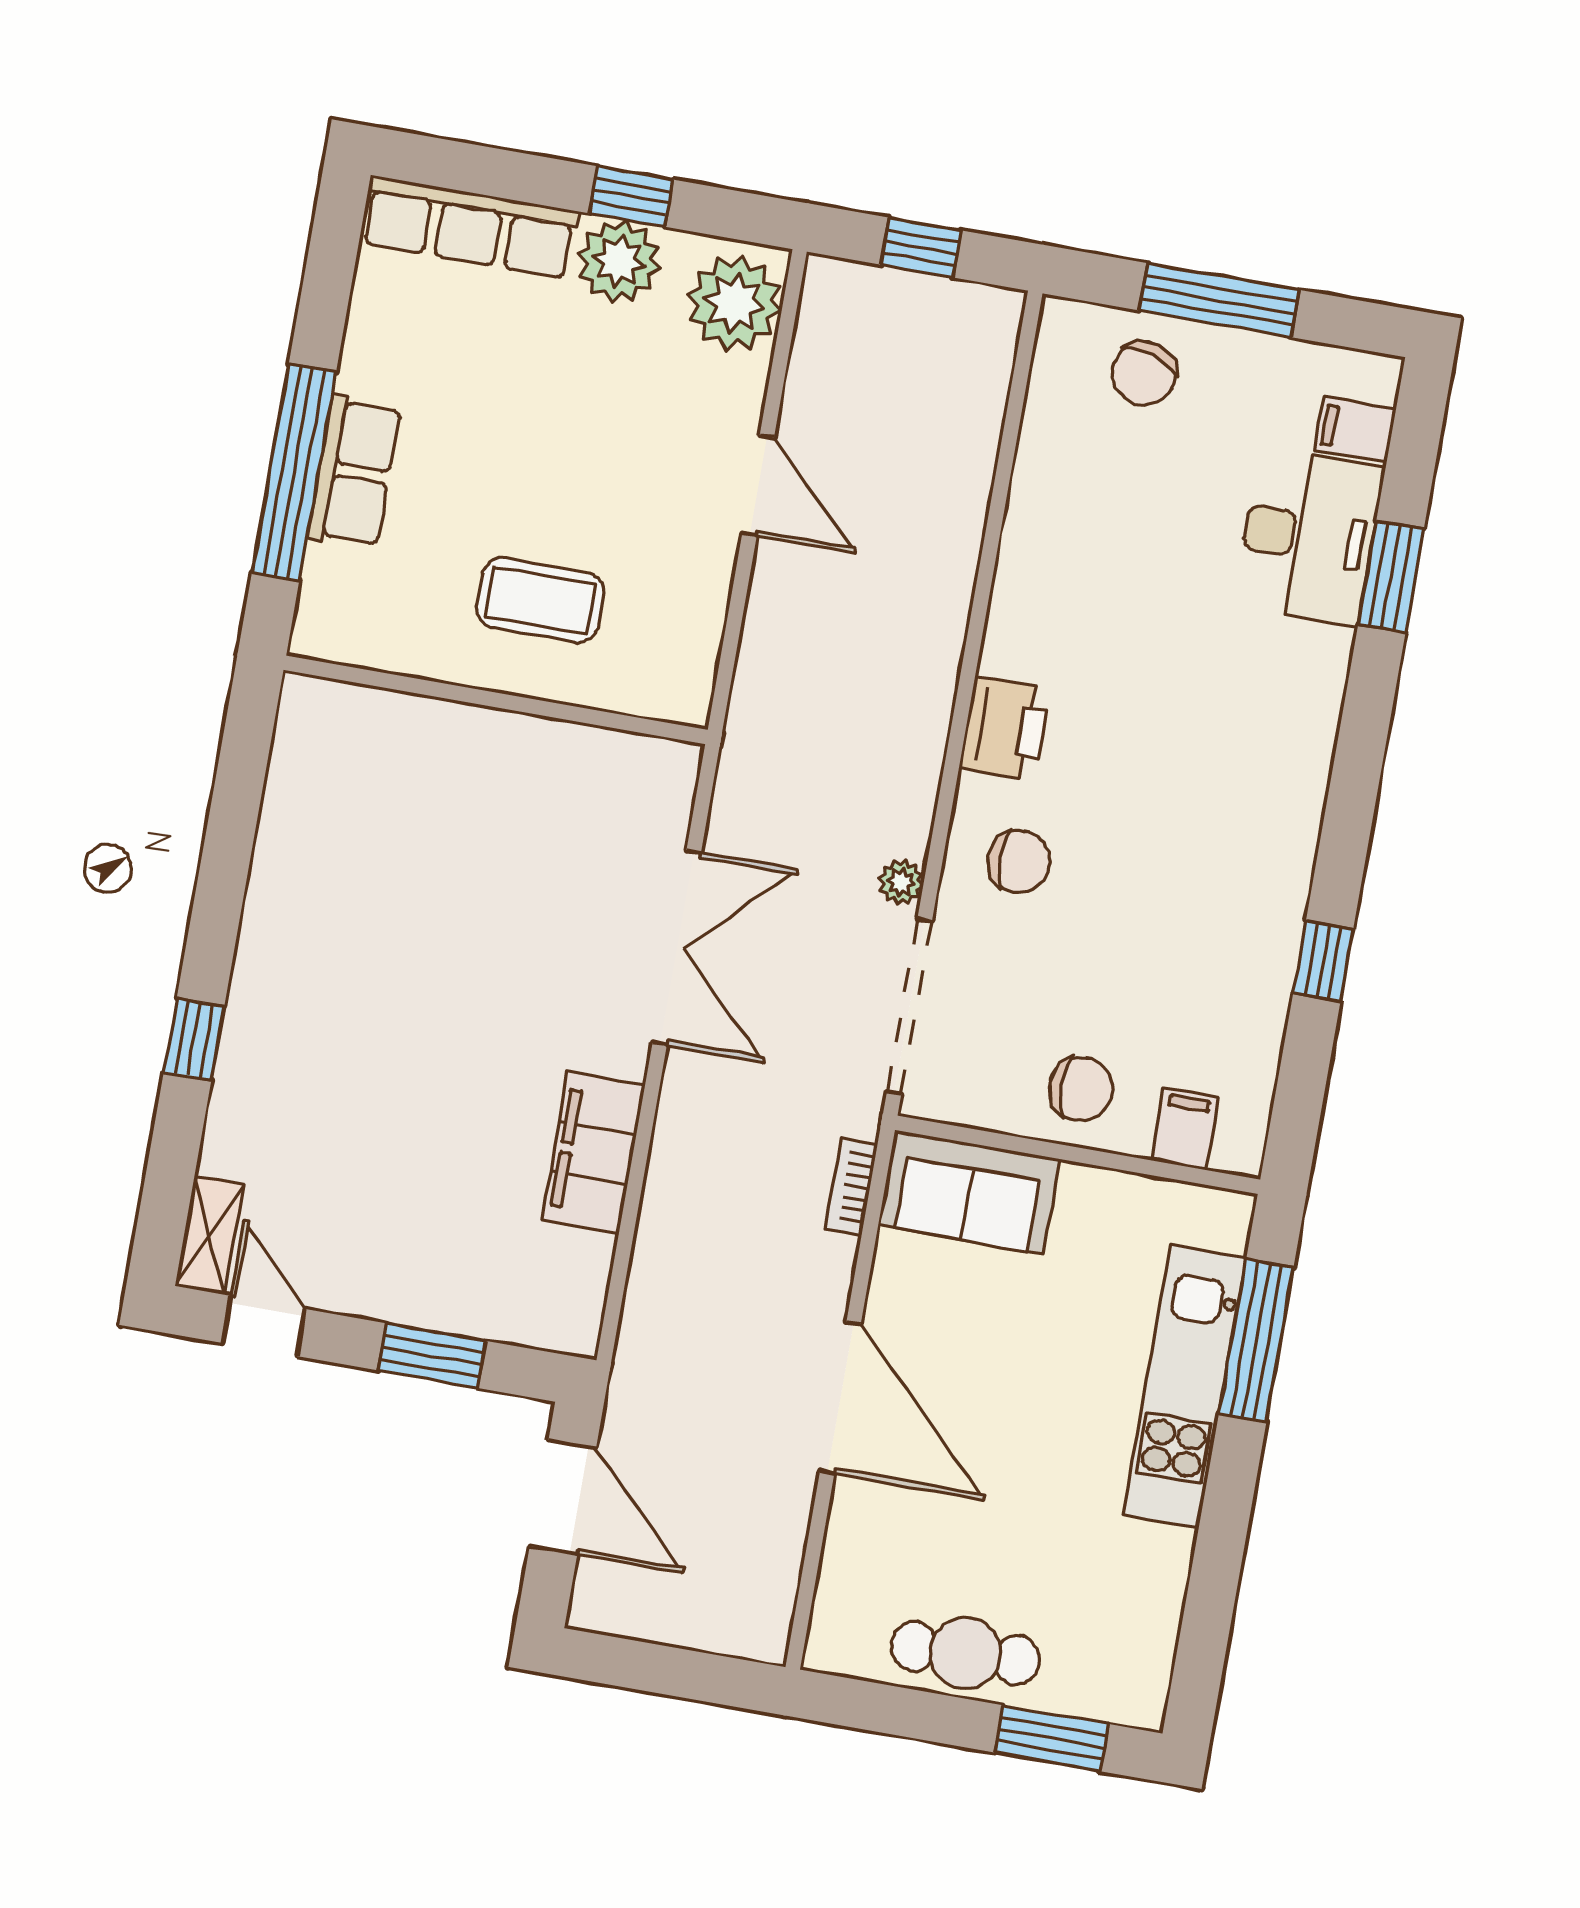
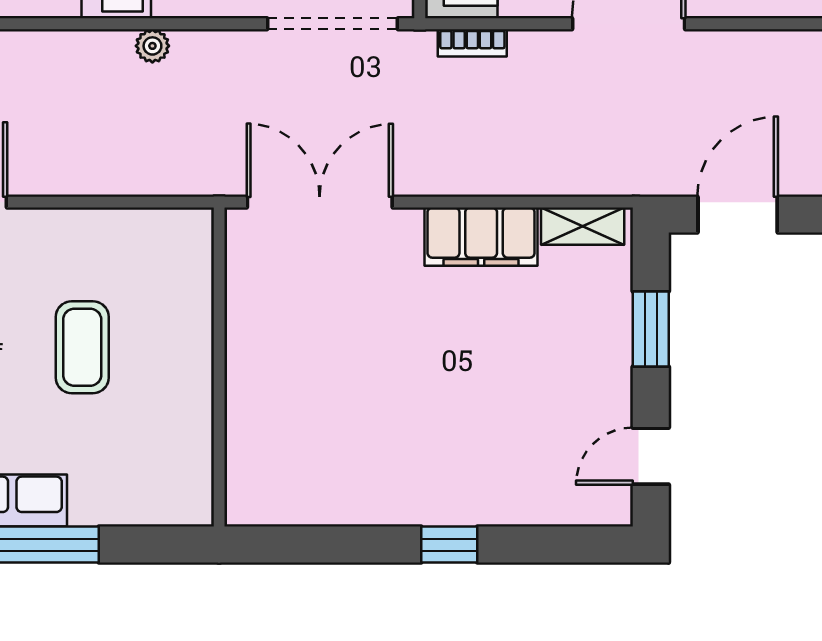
wall: (496, 700) -> (219, 367), moved
plant: (901, 882) -> (152, 46), moved
shelving: (209, 1235) -> (583, 226), moved

